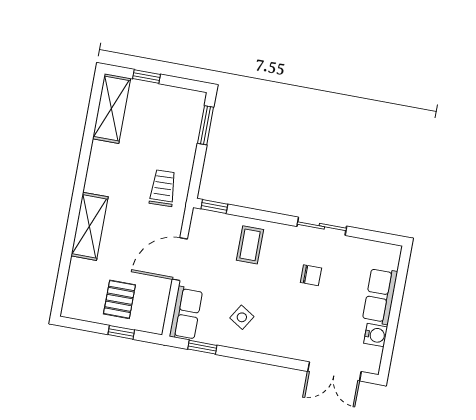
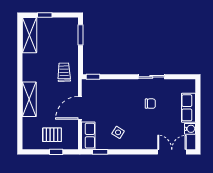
coffee table: (250, 245) -> (115, 94), removed
pallet: (119, 299) -> (52, 135), turned 90
double door: (334, 371) -> (172, 152), swing flipped

